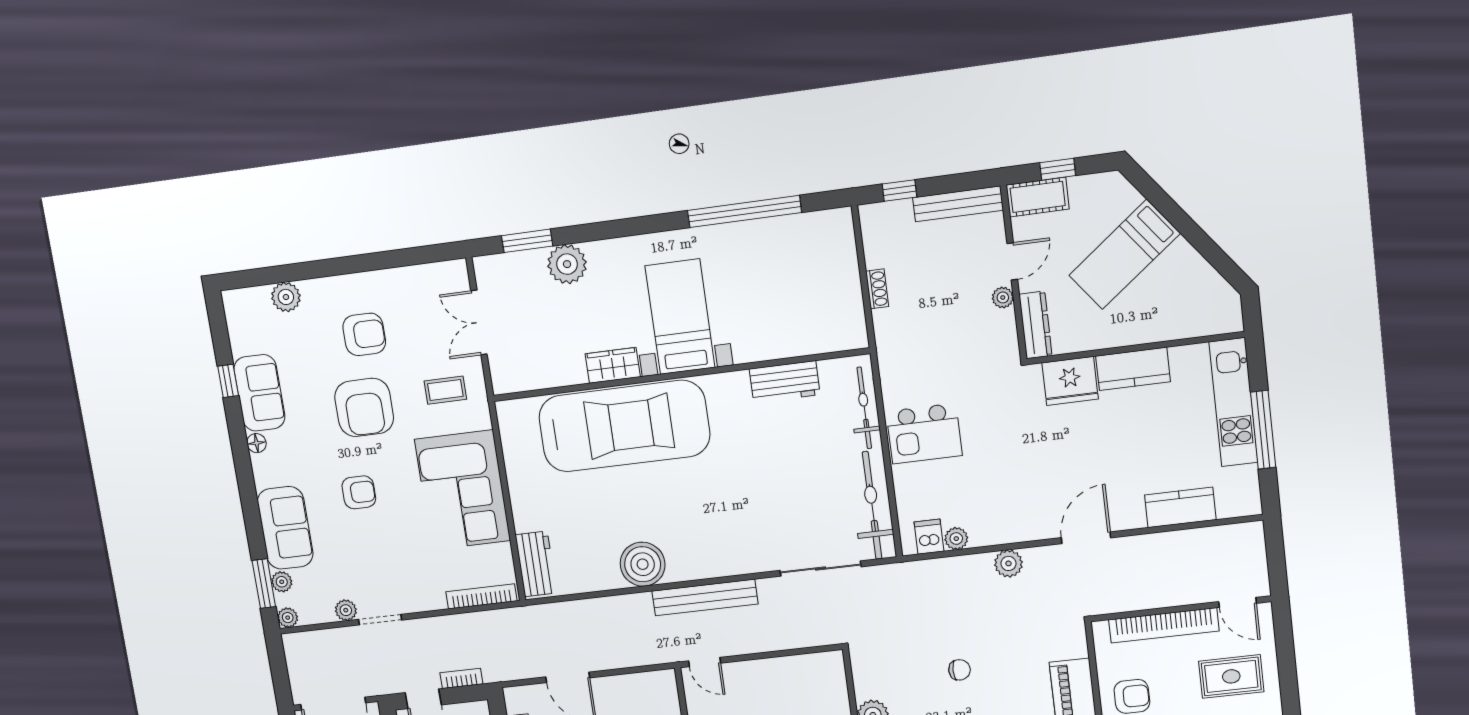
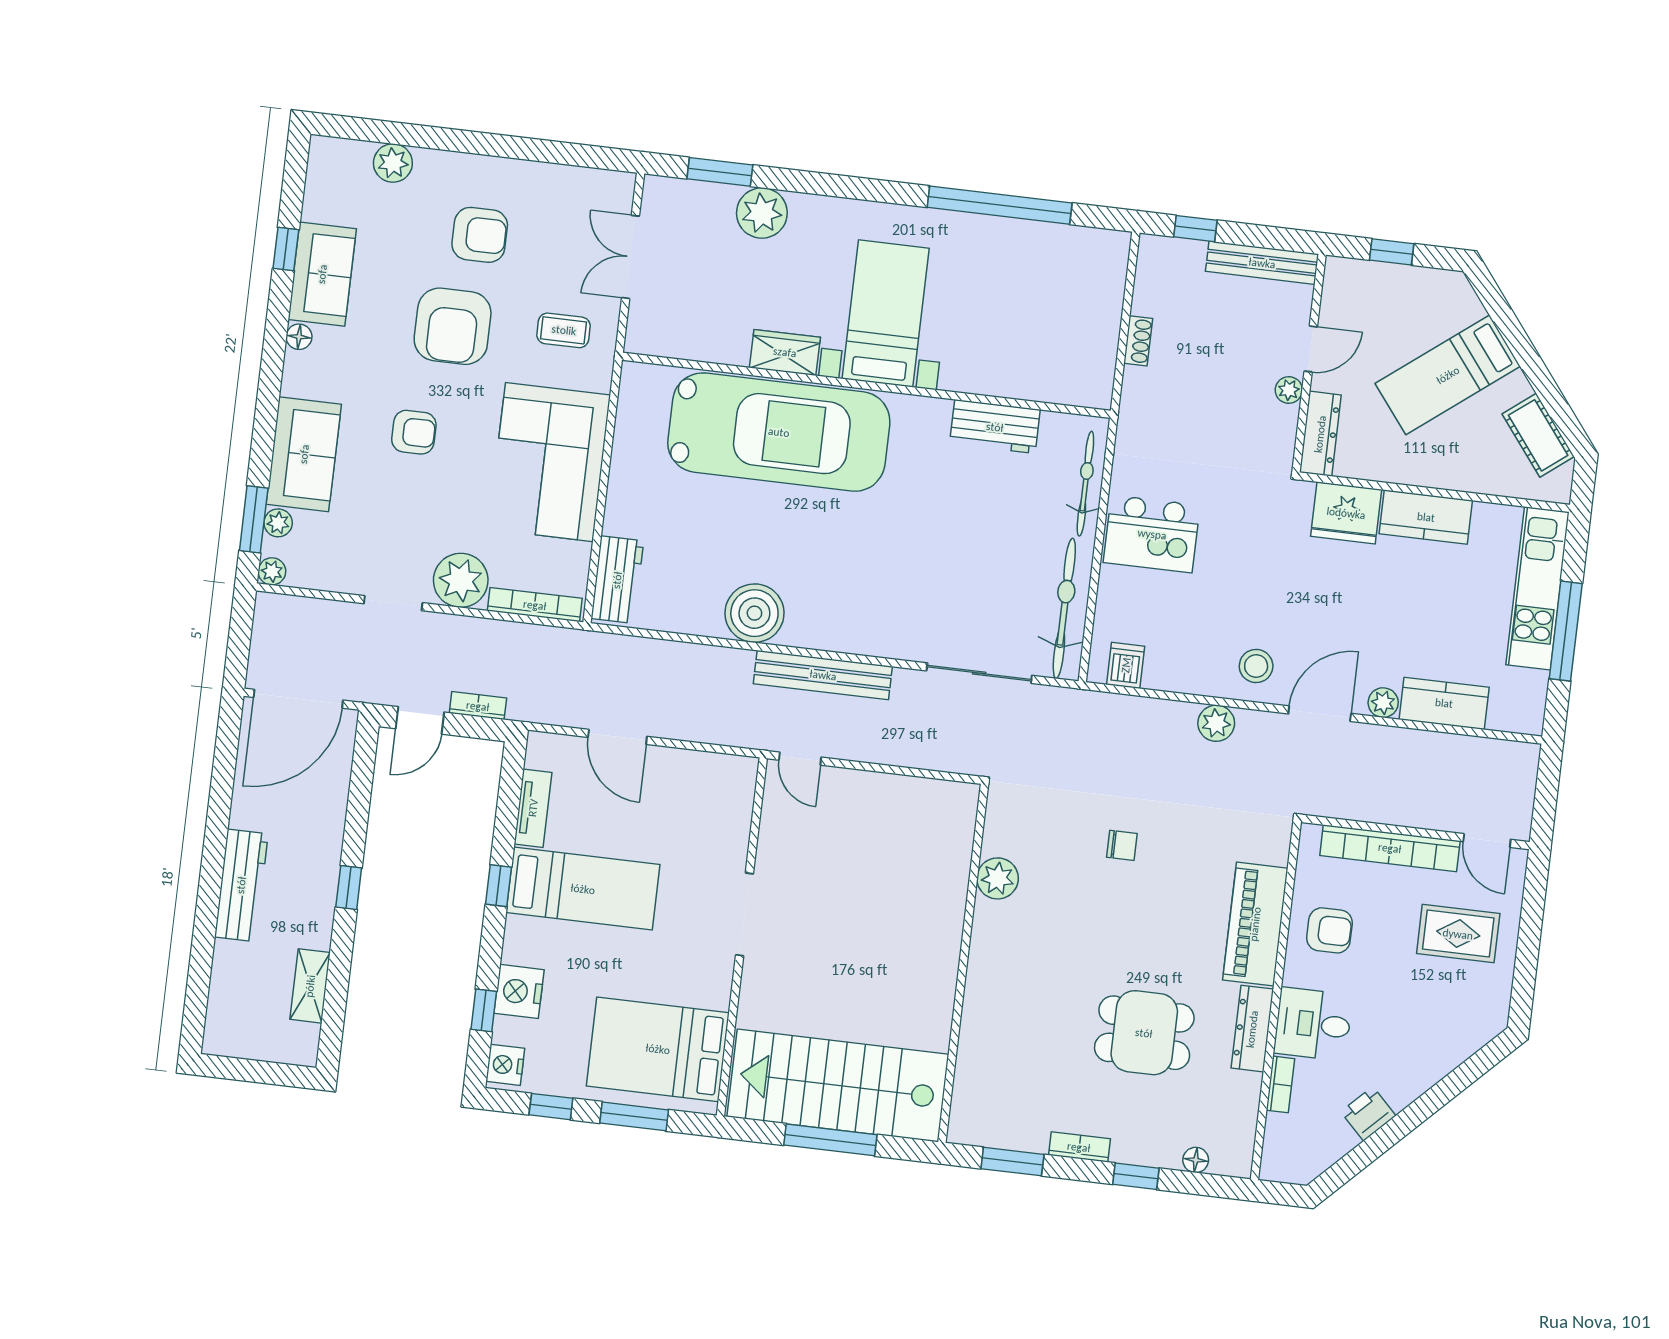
cot: (1038, 197) -> (1538, 435), moved, turned 52
stool: (1029, 514) -> (1256, 666), added
plant: (956, 539) -> (1383, 703), moved
plant: (346, 610) -> (461, 580), moved, width x1.88, depth x1.88

